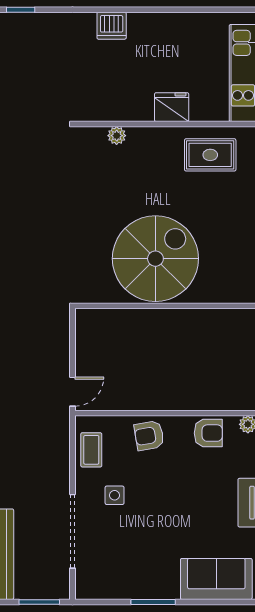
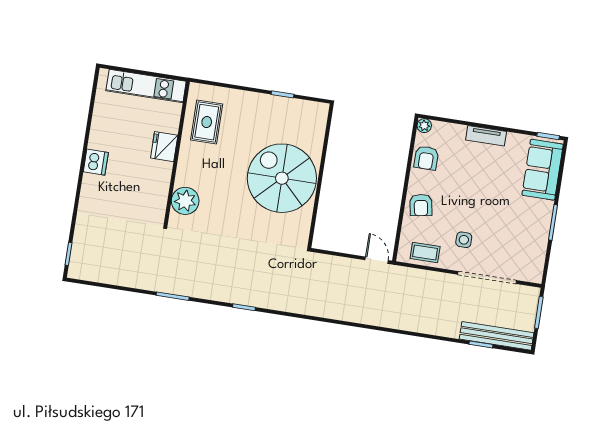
dishwasher: (112, 26) -> (96, 162), moved
plant: (117, 136) -> (185, 201), width x1.87, depth x1.87
armchair: (208, 433) -> (426, 158), turned 180

